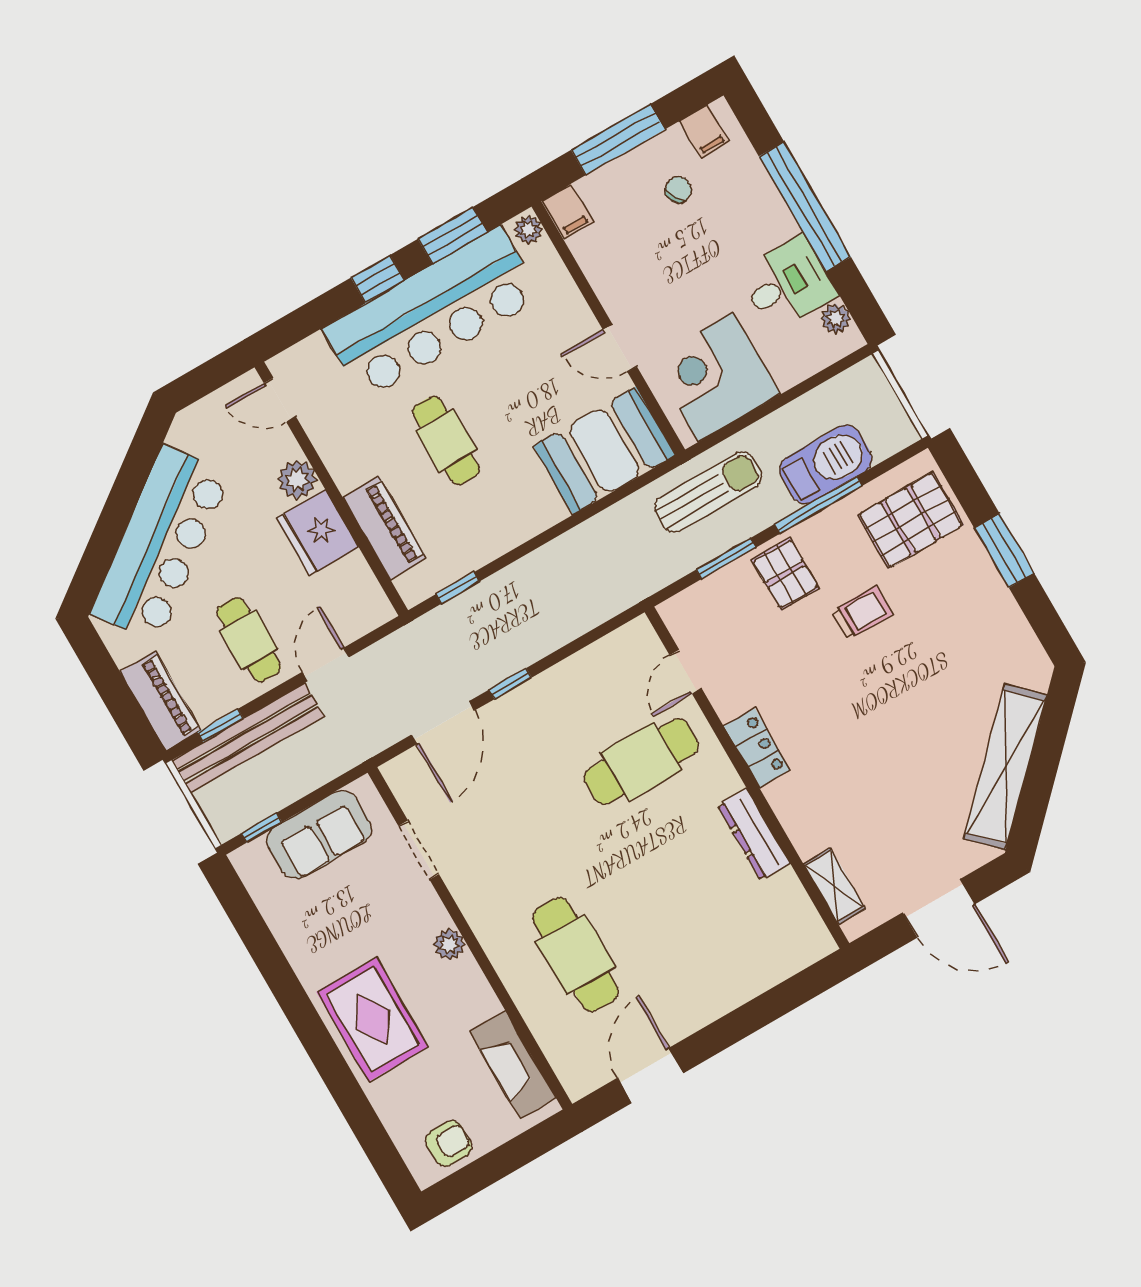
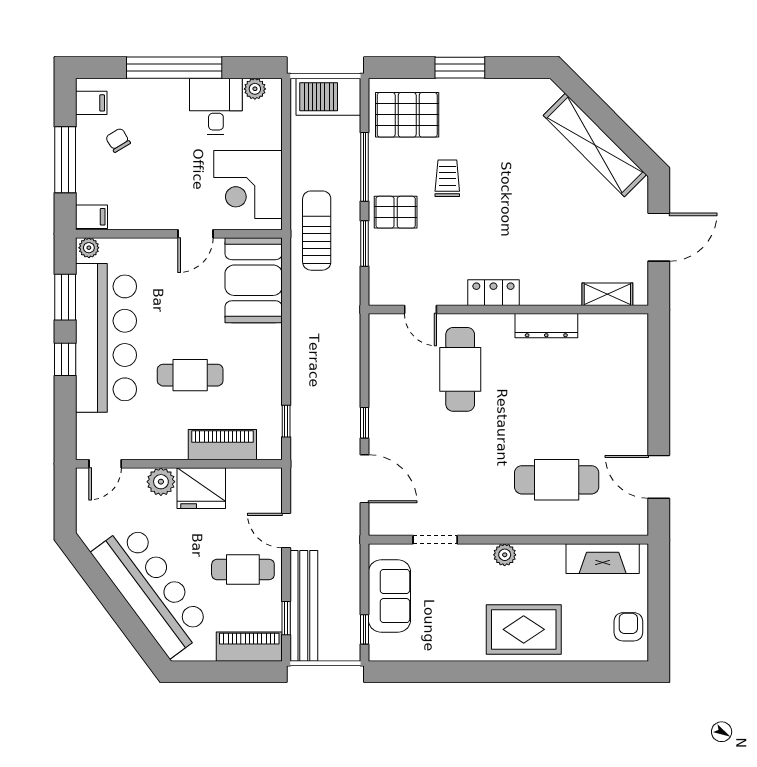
barbecue: (826, 464) -> (328, 97), moved, turned -90
pallet: (911, 520) -> (407, 115), turned 90

